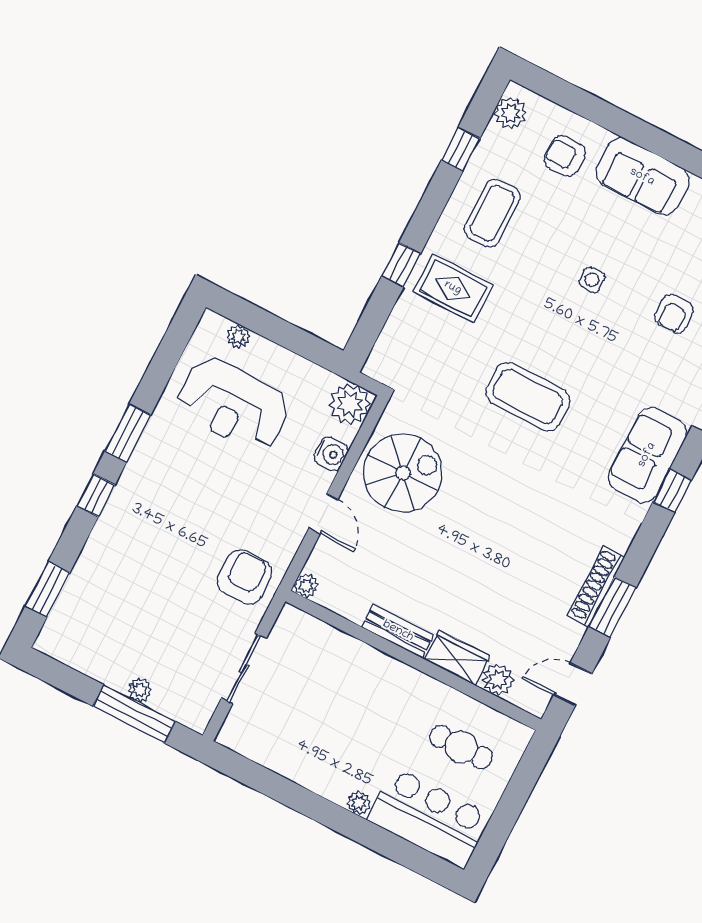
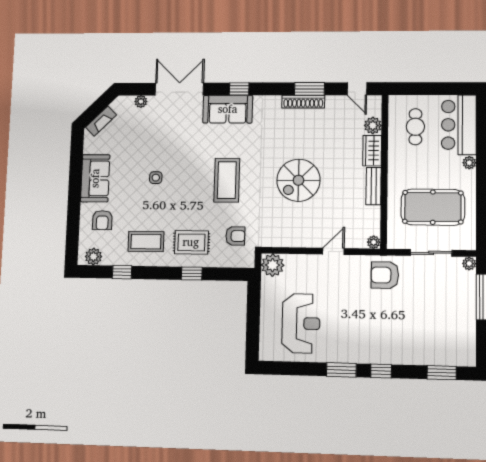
rug: (453, 288) -> (191, 242), turned 90
armchair: (674, 314) -> (235, 236), moved
plant: (238, 337) -> (266, 337), removed
water cooler: (331, 454) -> (302, 262), removed
spiral stairs: (403, 473) -> (298, 180), moved, turned -90
plant: (140, 690) -> (469, 264), moved
pool table: (316, 708) -> (433, 207), added

